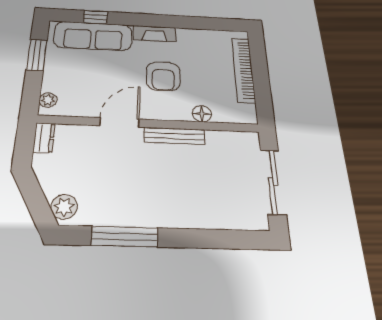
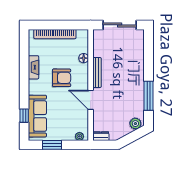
fireplace: (155, 34) -> (34, 67), moved

